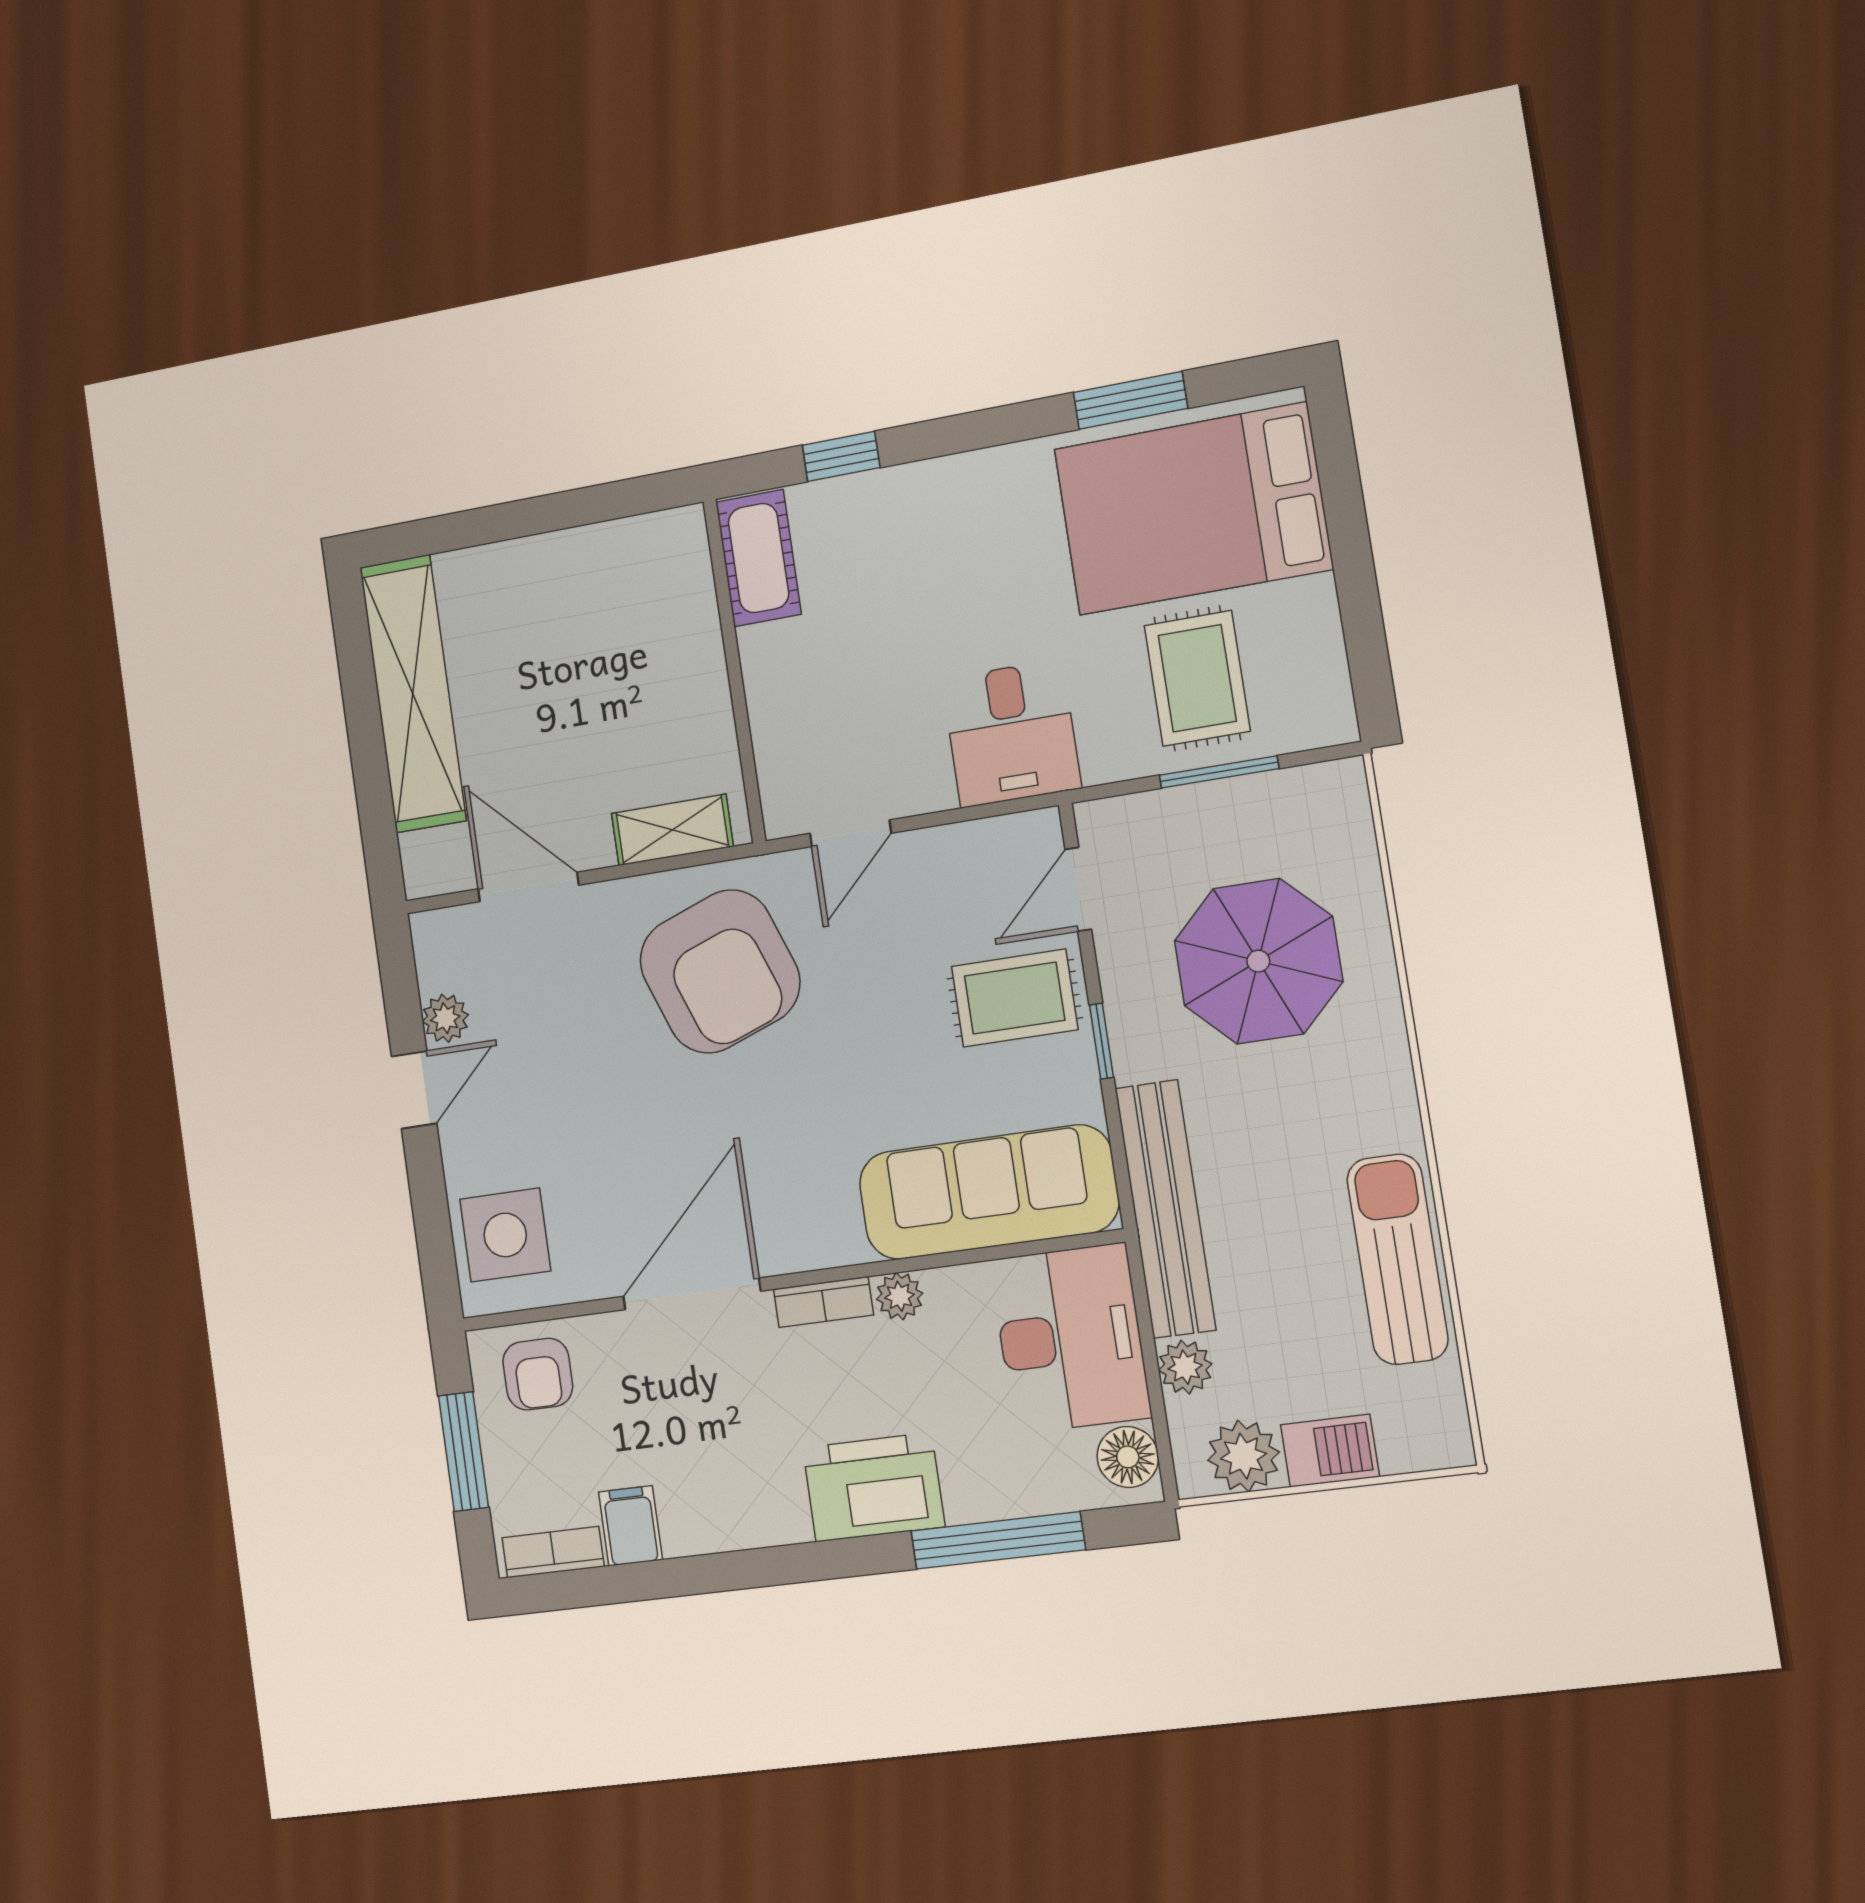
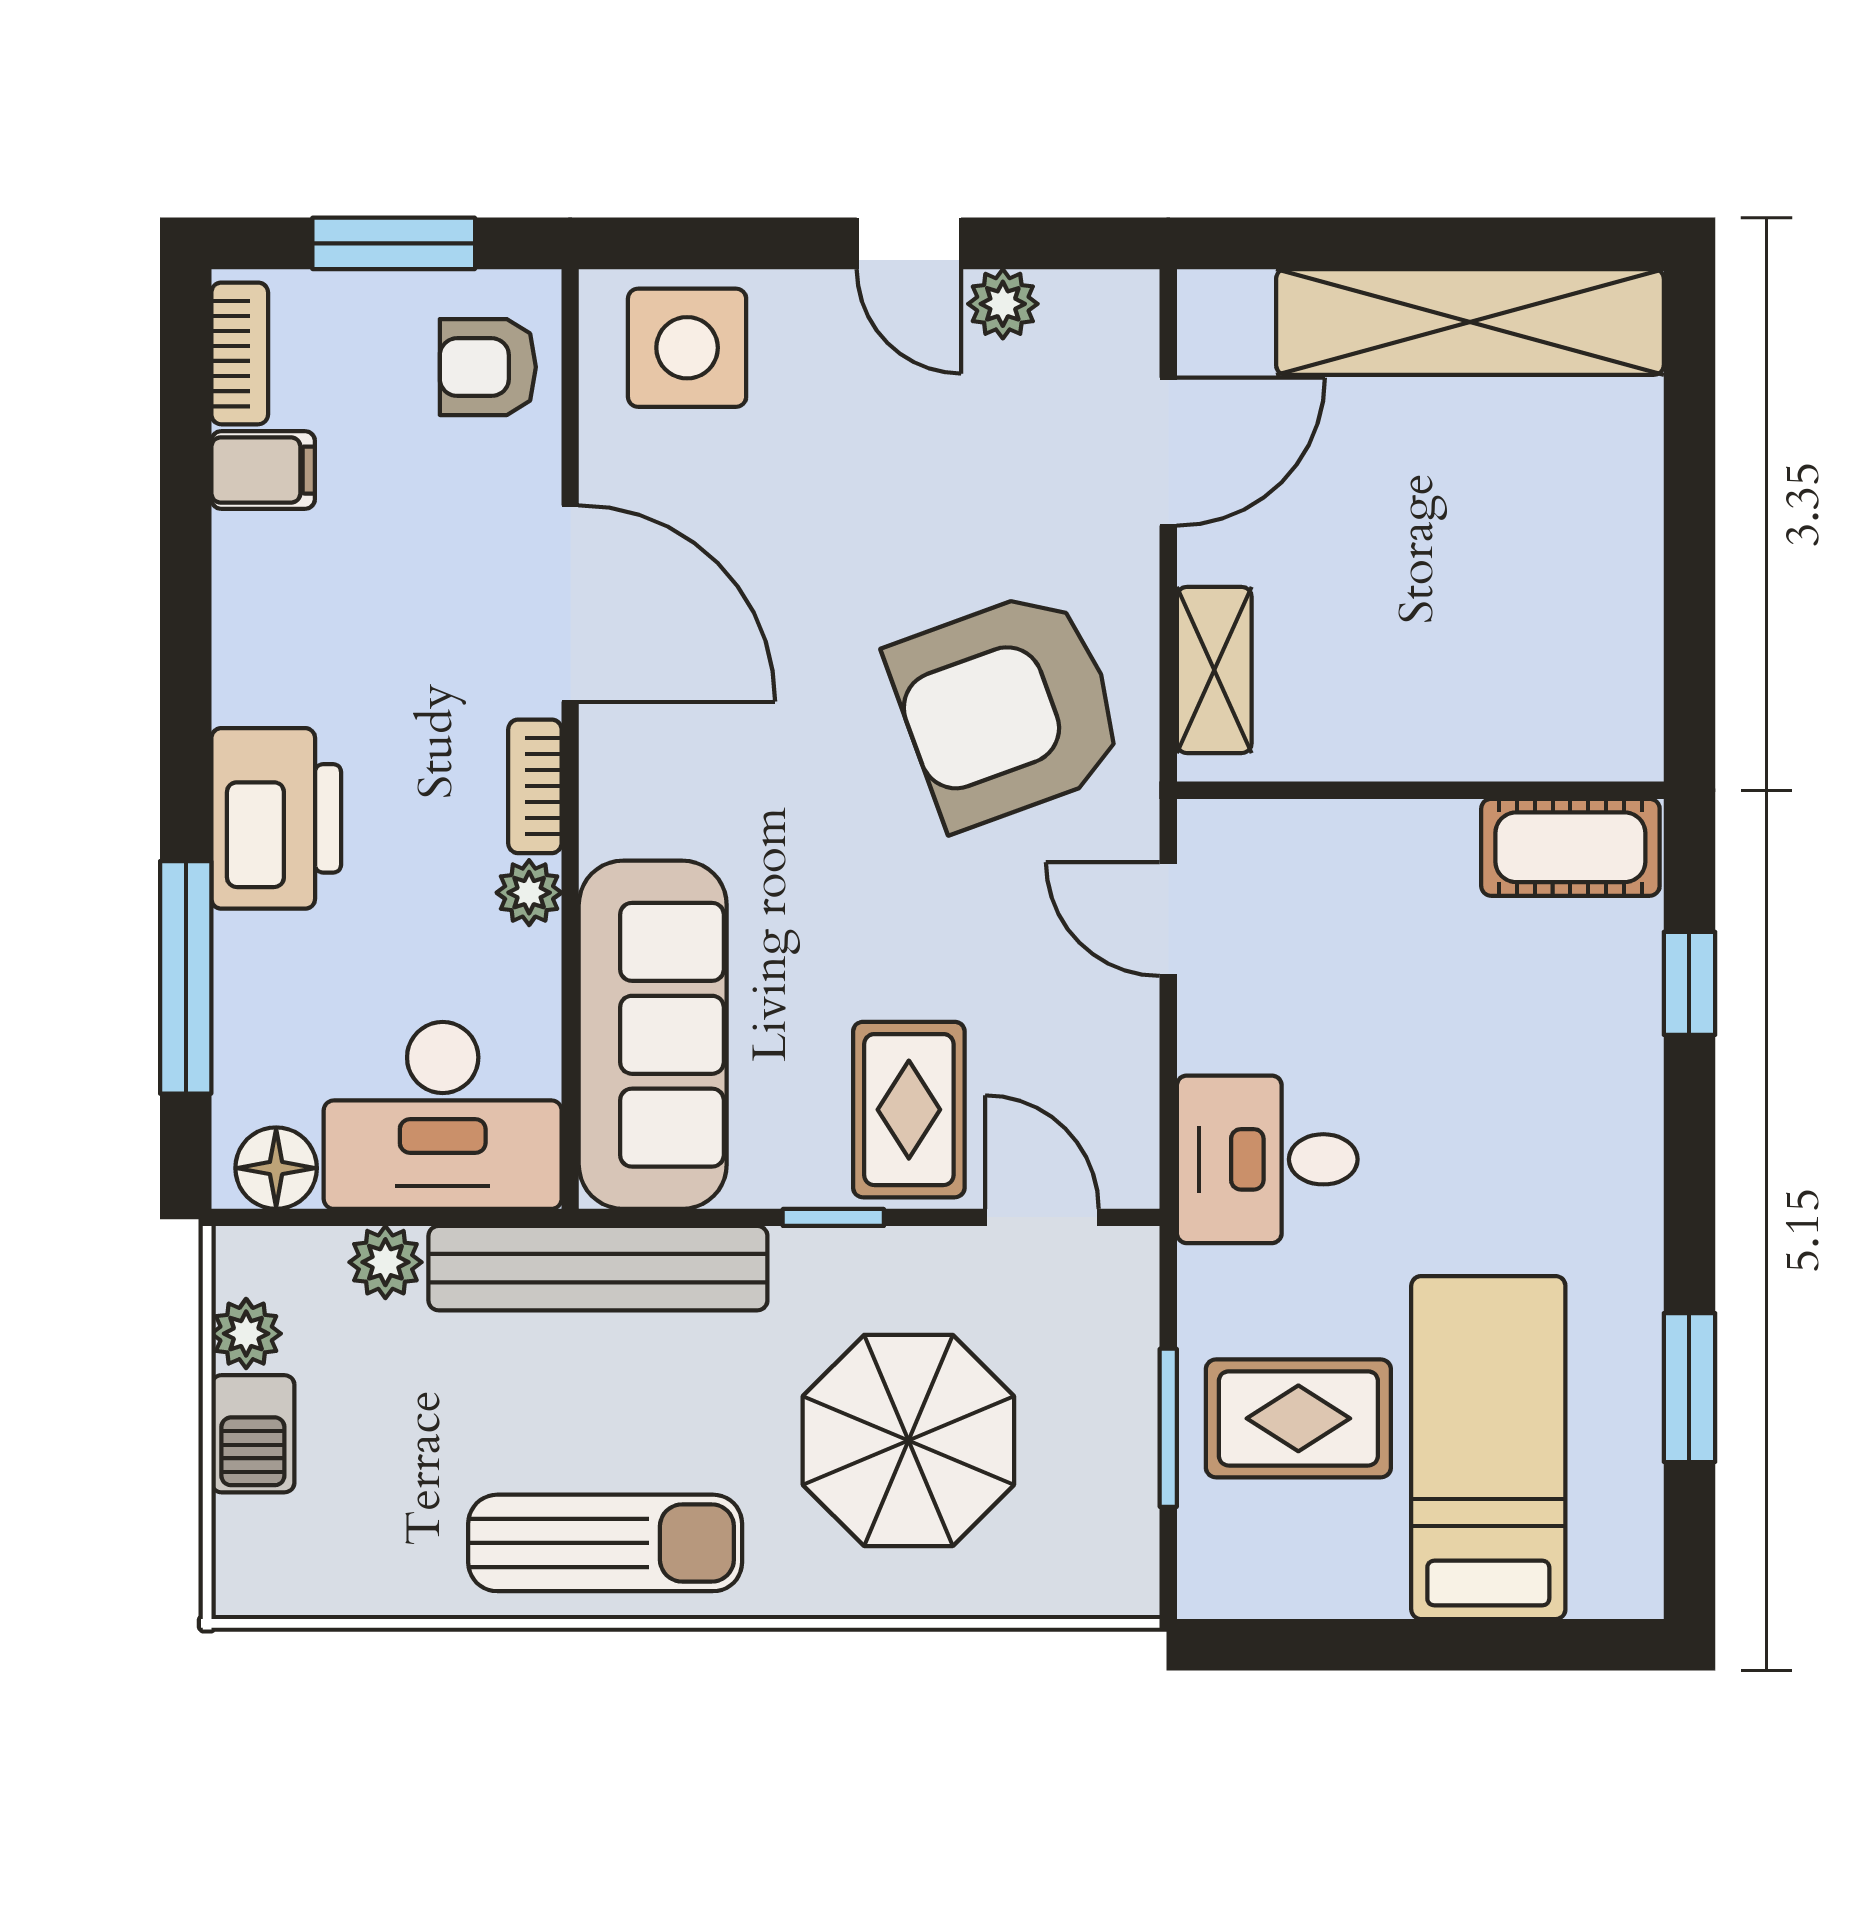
bed: (1193, 509) -> (1488, 1448), width x0.67
sun lounger: (1397, 1259) -> (605, 1543), moved
plant: (1243, 1456) -> (246, 1334), width x0.73, depth x0.73

